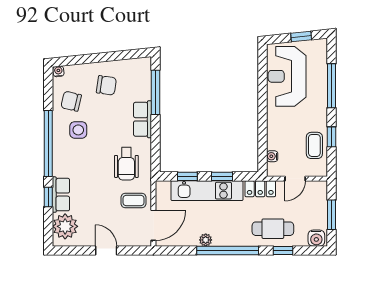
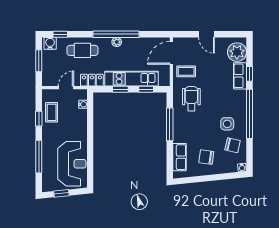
window: (156, 92) -> (170, 124), moved
row of seats: (143, 119) -> (179, 157), moved
plant: (206, 240) -> (117, 42), moved
window: (283, 250) -> (60, 34), moved

